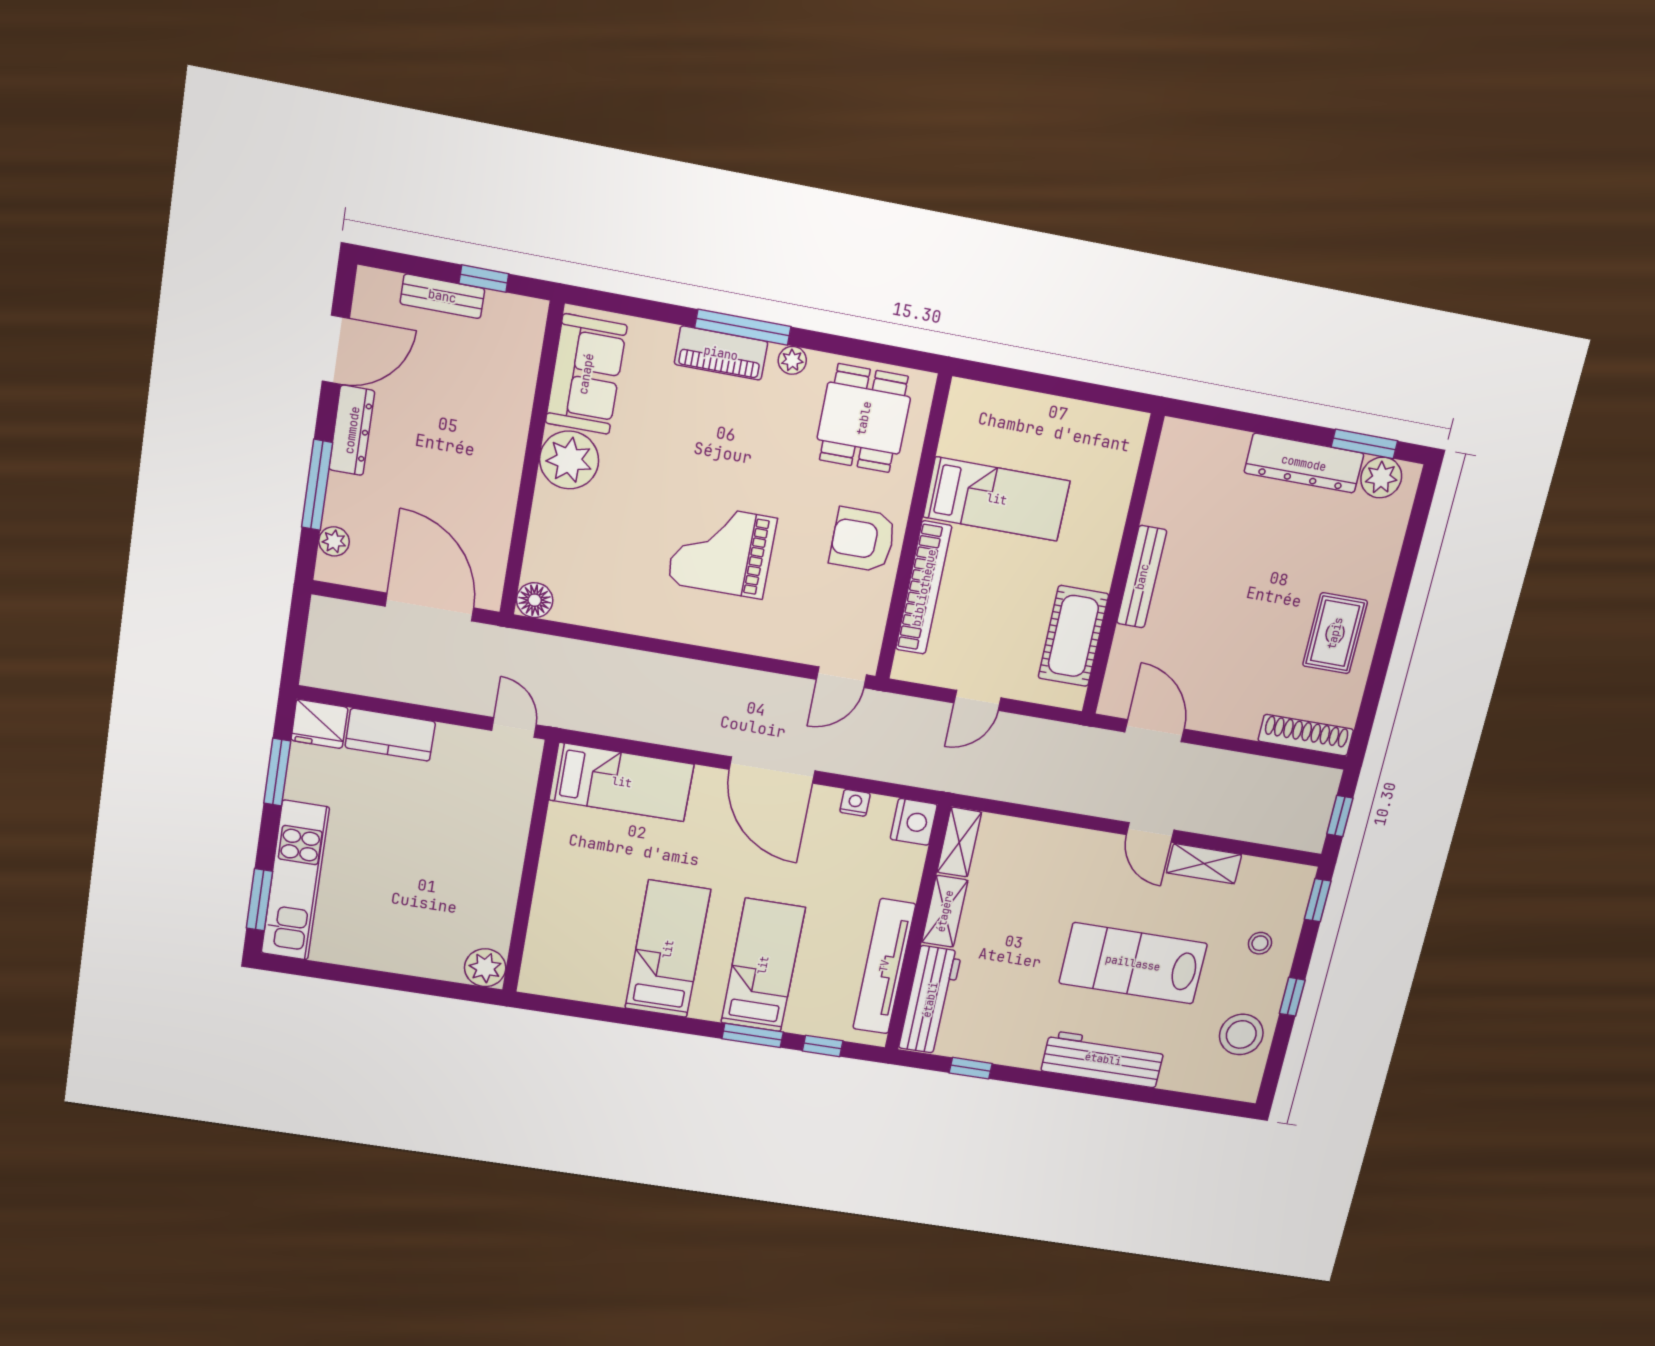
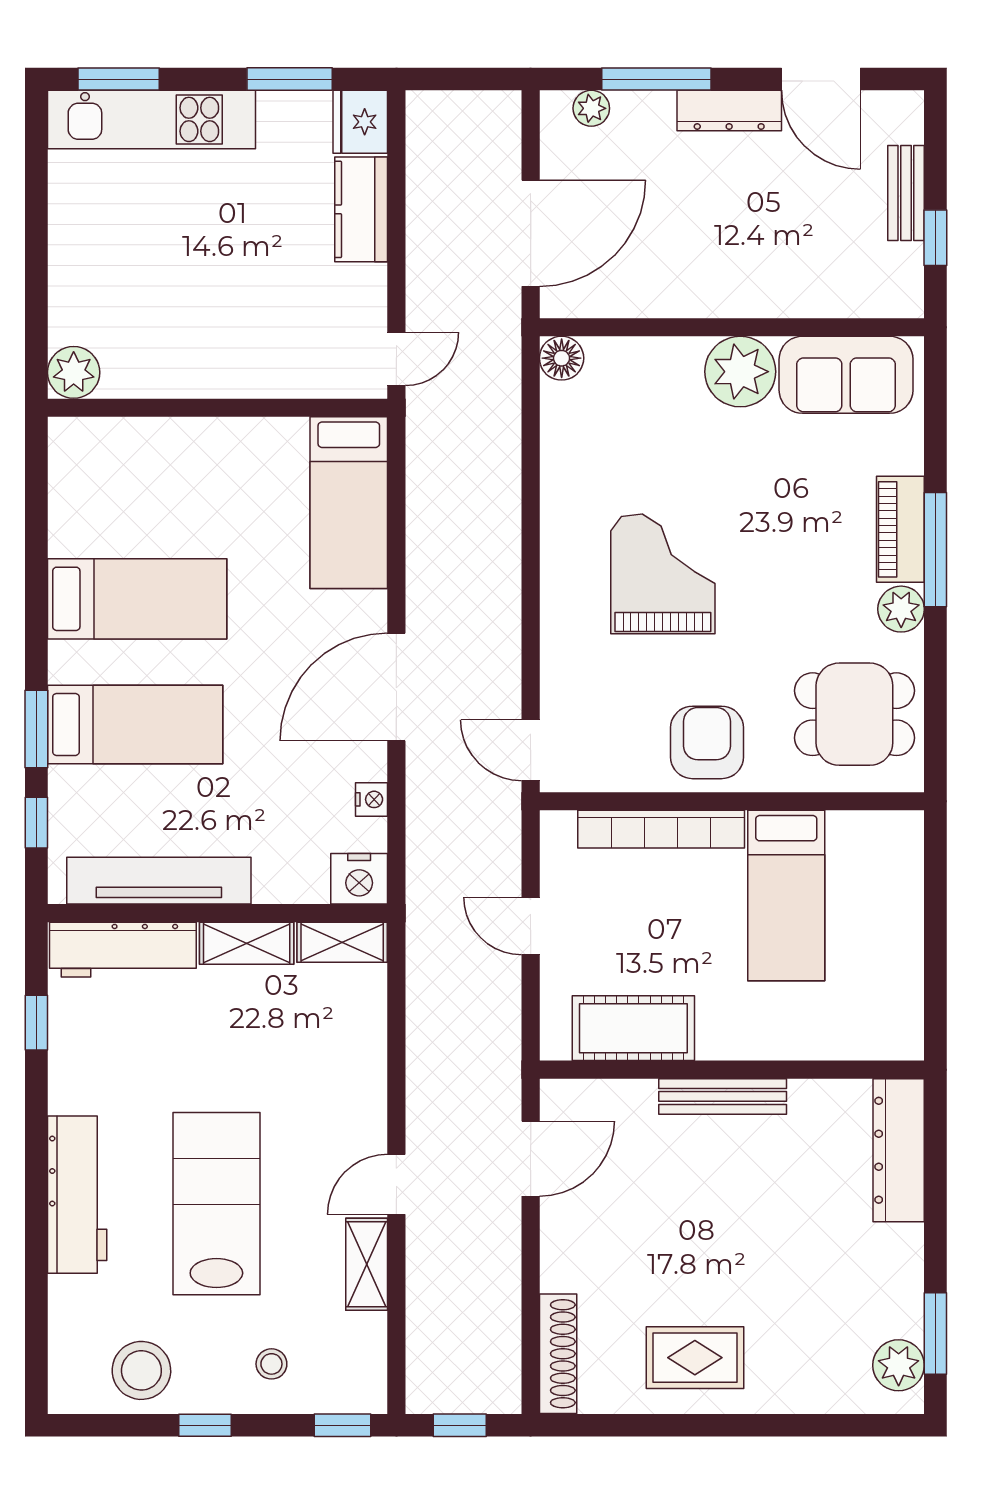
plant: (792, 360) -> (901, 609), width x1.38, depth x1.38
dresser: (1304, 463) -> (899, 1150), moved

